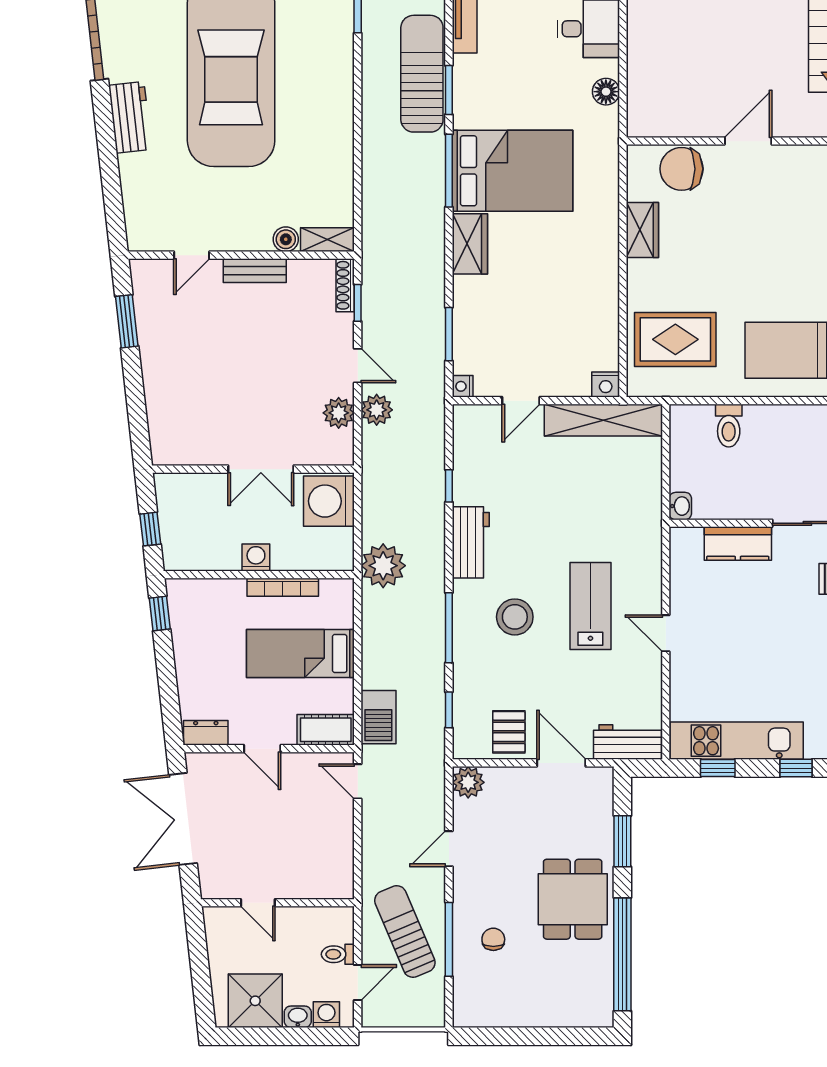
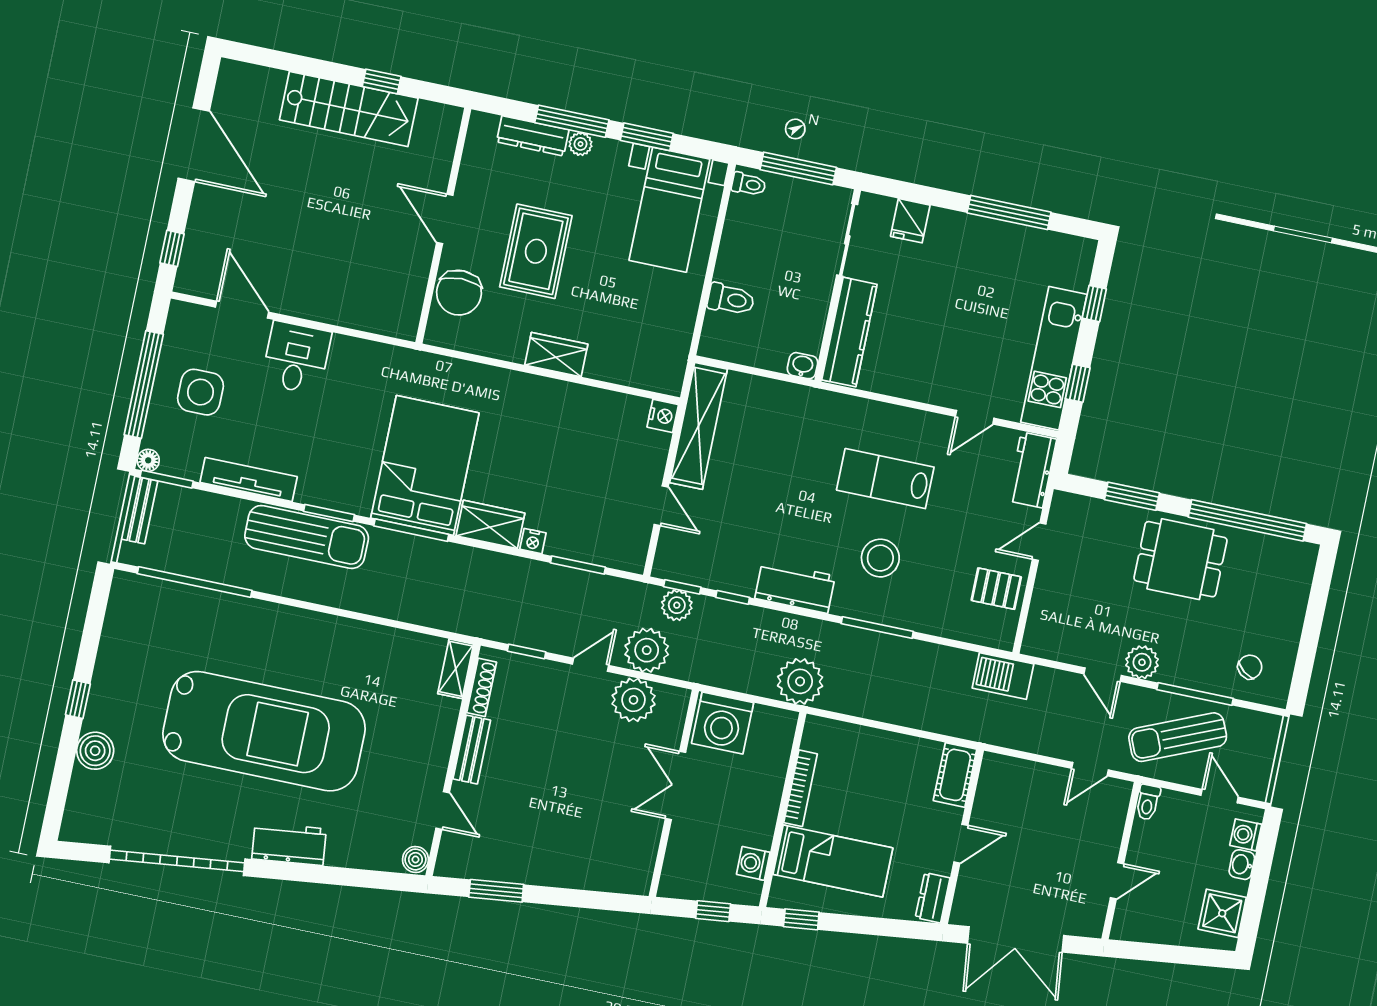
sun lounger: (422, 74) -> (307, 537), turned 180
floor lamp: (606, 92) -> (364, 353), removed
wardrobe: (642, 230) -> (556, 355), moved
boiler: (286, 239) -> (415, 859), moved
shoe rack: (345, 285) -> (482, 687), moved, turned -90
rug: (675, 339) -> (536, 251), moved
nightstand: (463, 386) -> (533, 541), moved
plant: (377, 410) -> (647, 650), width x1.36, depth x1.36
plant: (339, 413) -> (634, 700), width x1.36, depth x1.36
plant: (431, 435) -> (677, 605), added
double door: (261, 469) -> (676, 785), swing flipped
kitchen counter: (738, 543) -> (849, 332), width x1.50
washing machine: (256, 557) -> (753, 863), moved
door: (666, 633) -> (975, 417), moved
bed: (300, 653) -> (833, 861), moved, turned -90
window: (449, 710) -> (682, 587), moved
barbecue: (378, 717) -> (1003, 676), moved, turned 180
door: (561, 763) -> (1039, 542), width x0.73
door: (358, 781) -> (1090, 769), moved
plant: (468, 782) -> (1142, 662), moved
chair: (493, 939) -> (1250, 667), moved, turned 128
toilet: (338, 954) -> (1148, 802), moved
shower: (255, 1001) -> (1222, 913), width x0.73, depth x0.73

